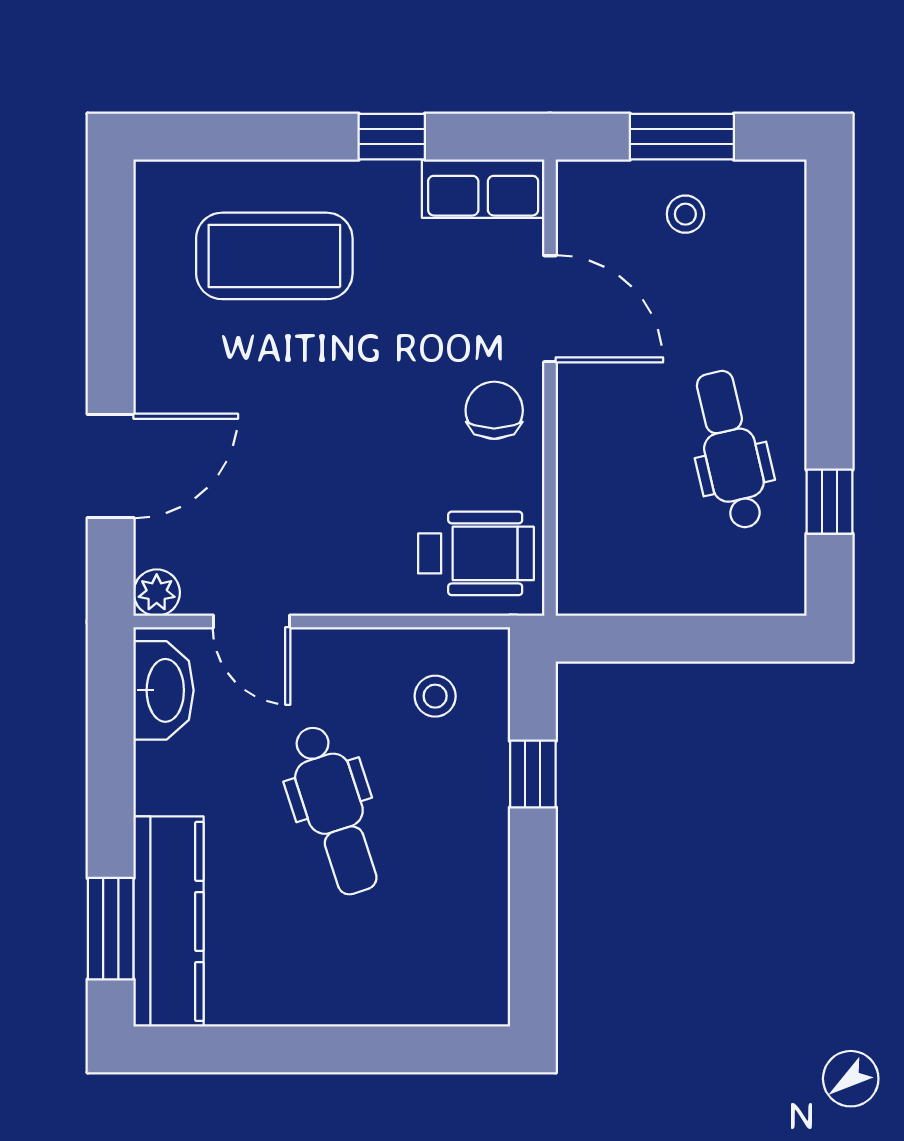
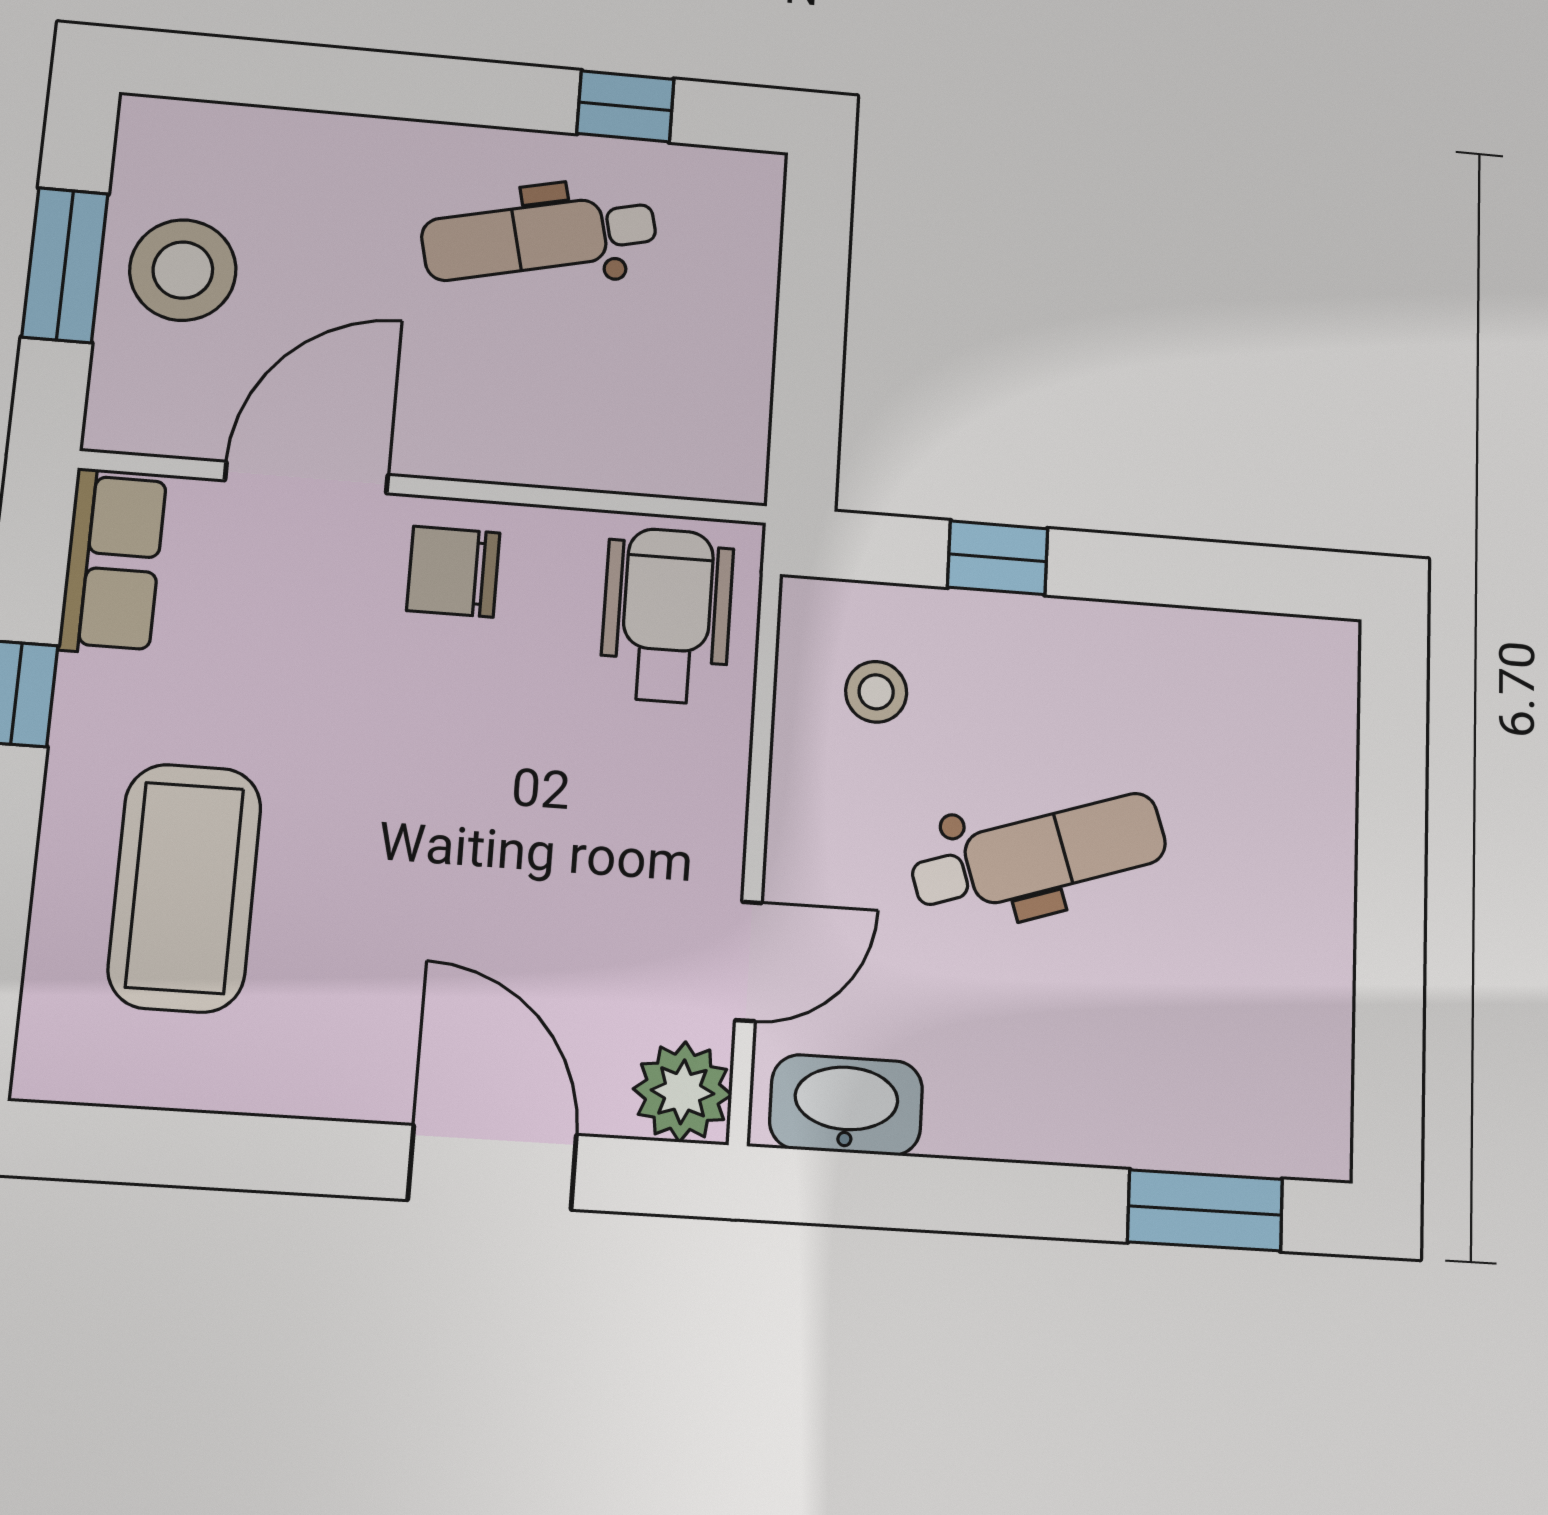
stool: (685, 214) -> (183, 270), width x1.89, depth x1.89
plant: (157, 593) -> (683, 1092), width x1.38, depth x1.38
kitchen counter: (169, 921) -> (1197, 1119), removed

